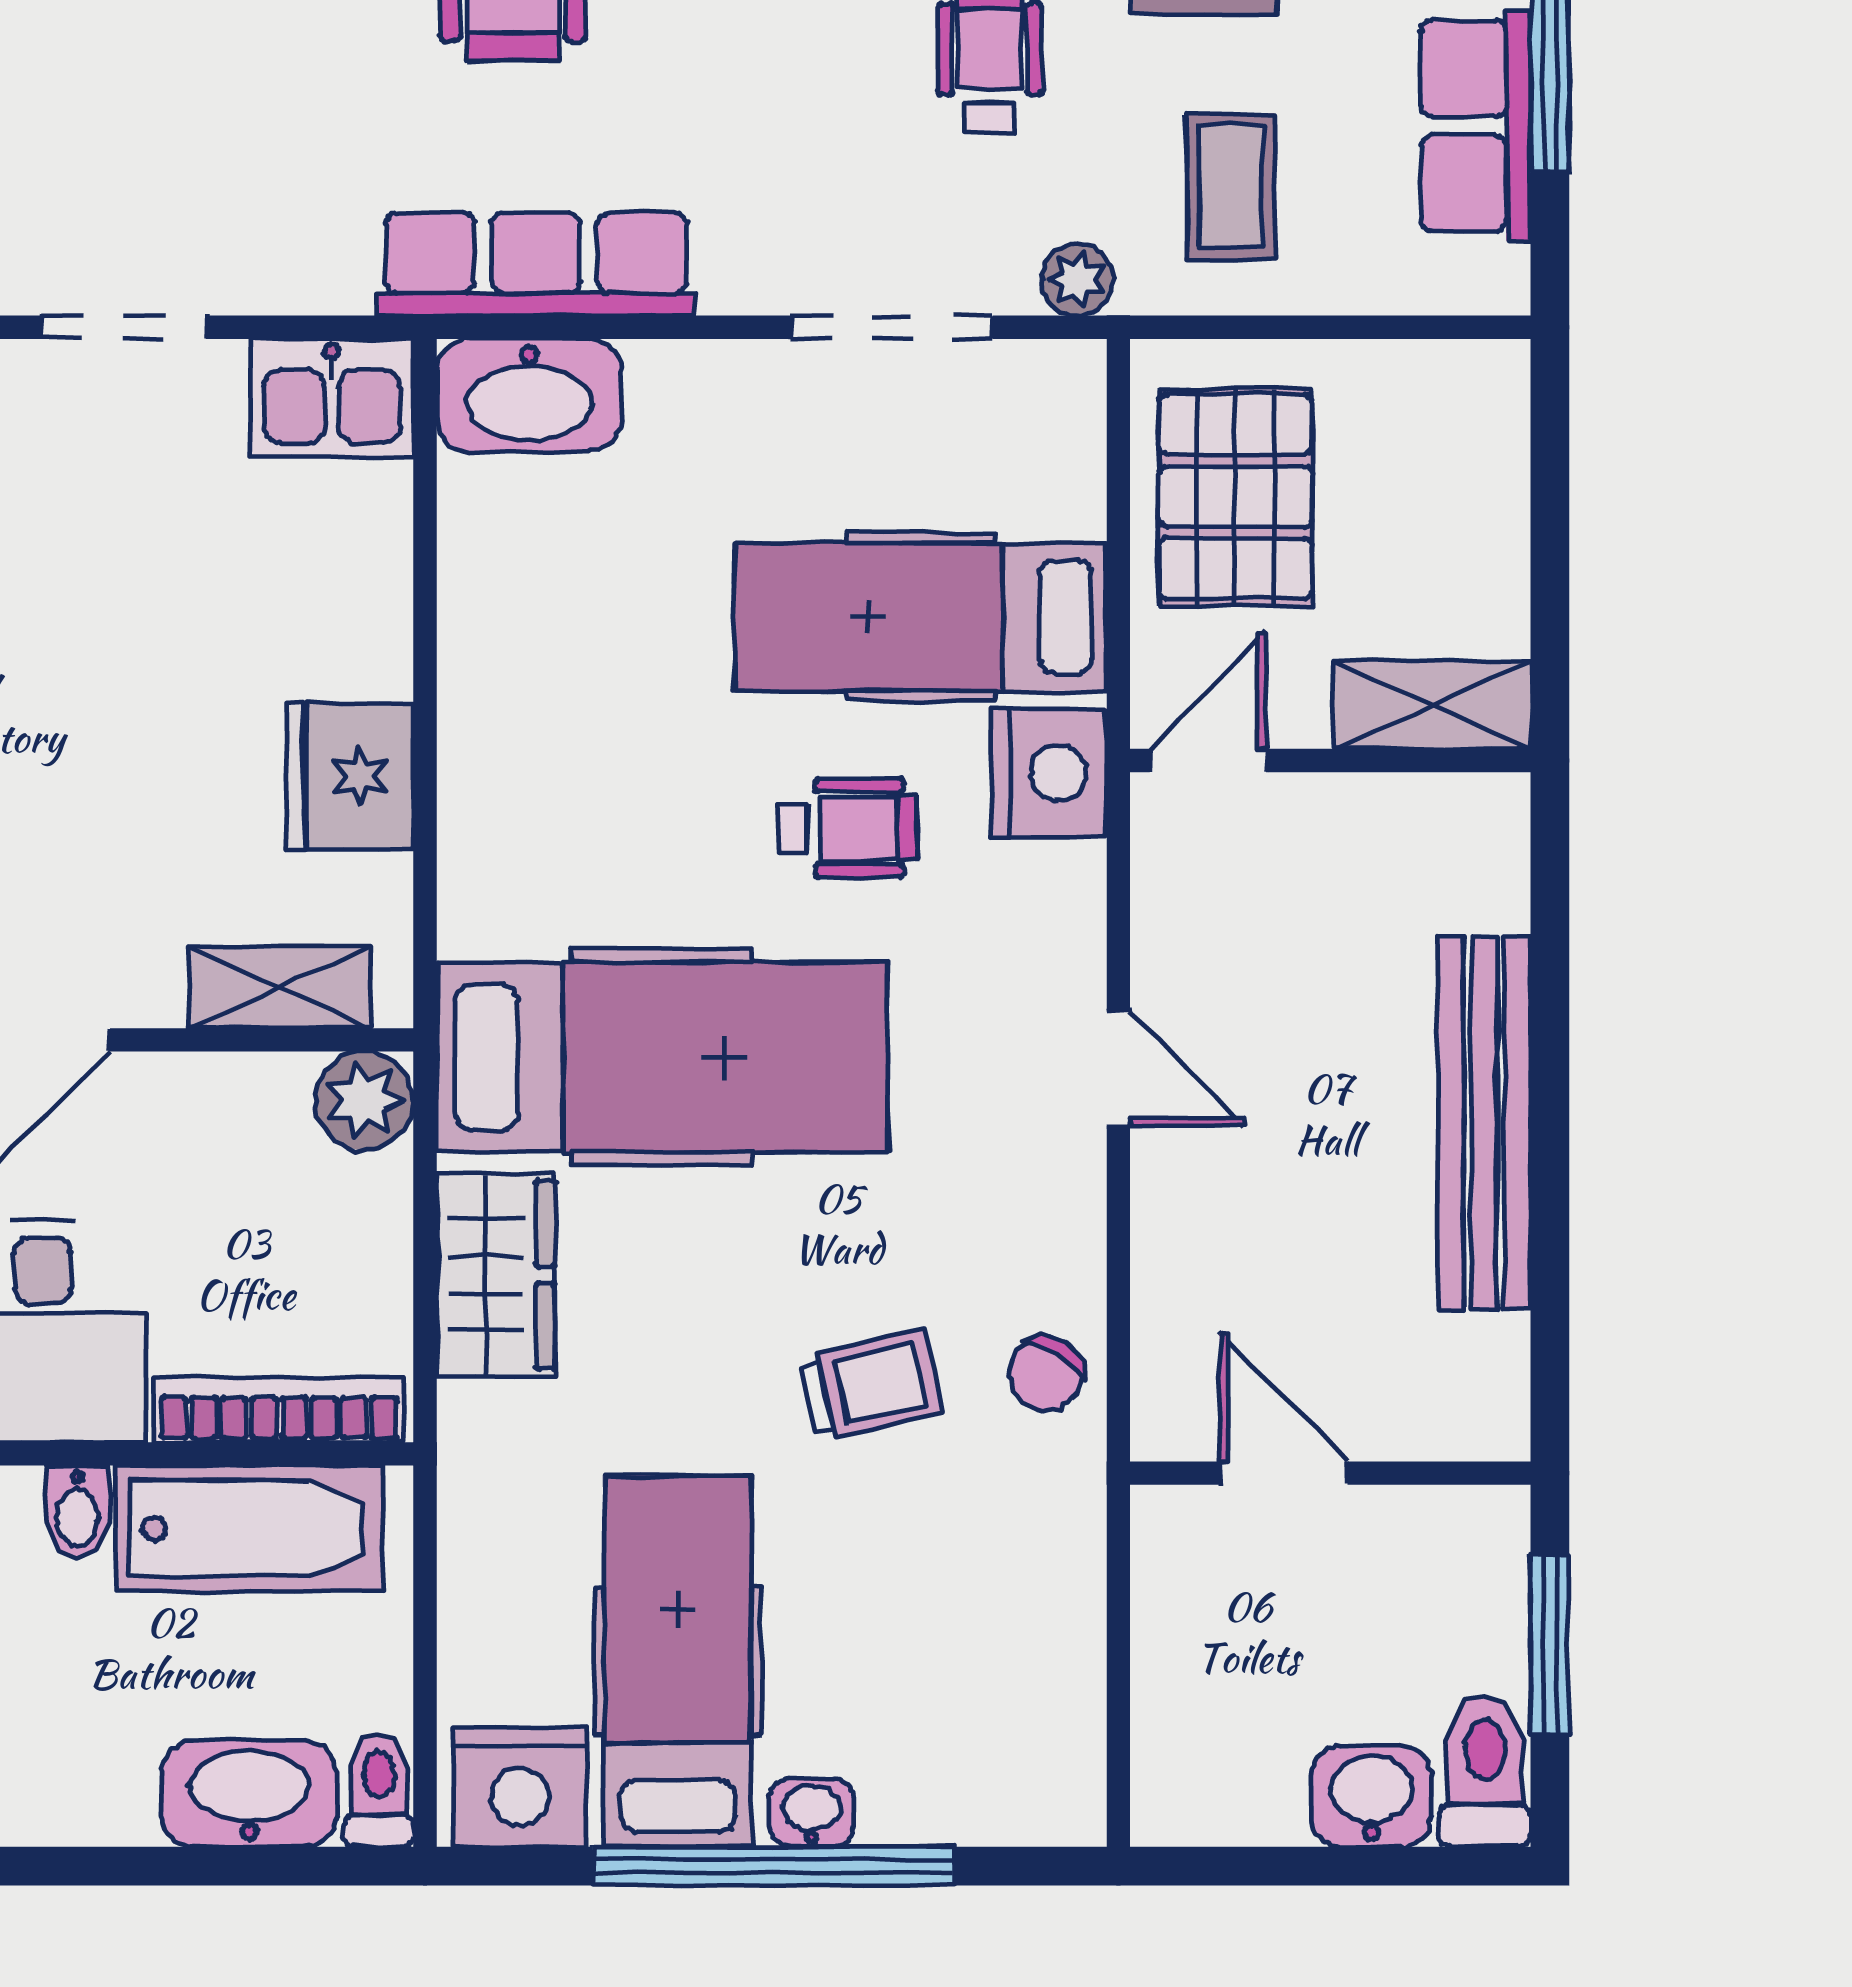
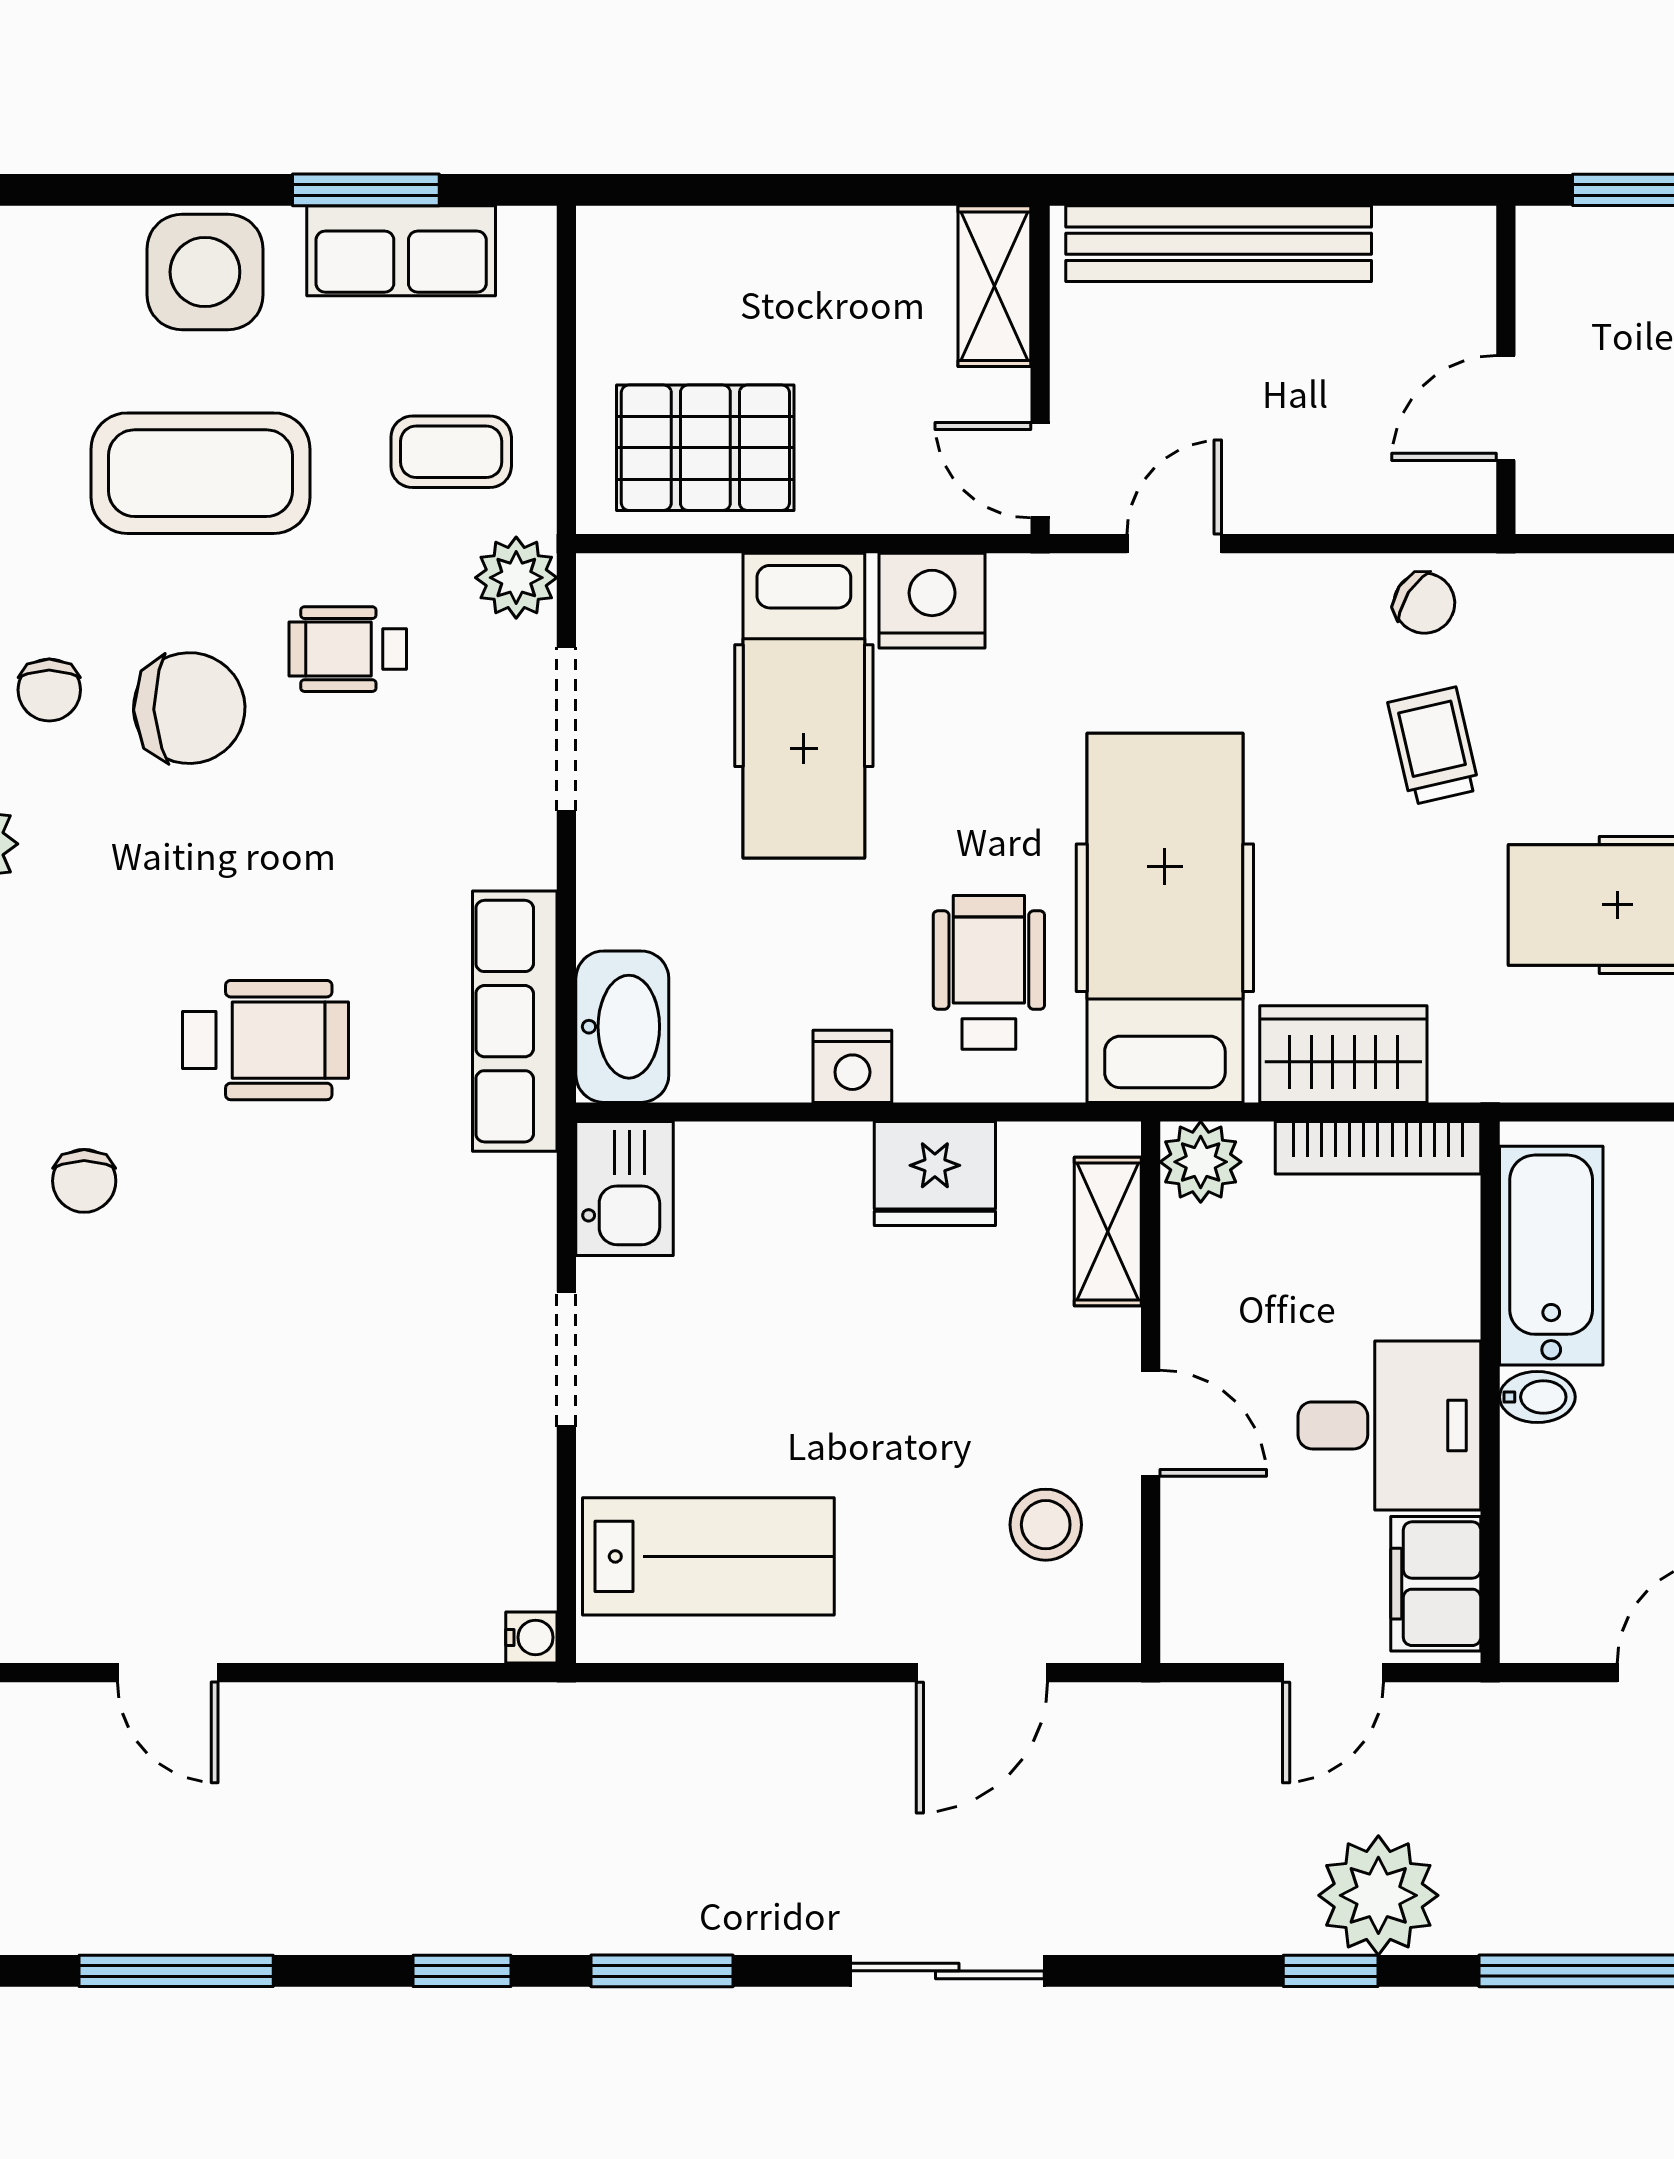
plant: (1077, 280) -> (516, 578), width x1.38, depth x1.38
nightstand: (481, 676) -> (852, 1066), added
shelving: (1432, 705) -> (994, 286), moved
door: (1208, 761) -> (1040, 470), moved
wall: (1330, 761) -> (1040, 370), moved
wheelchair: (848, 828) -> (989, 972), moved, width x1.36, depth x1.37
bookcase: (279, 1410) -> (1378, 1148), moved, turned -90

